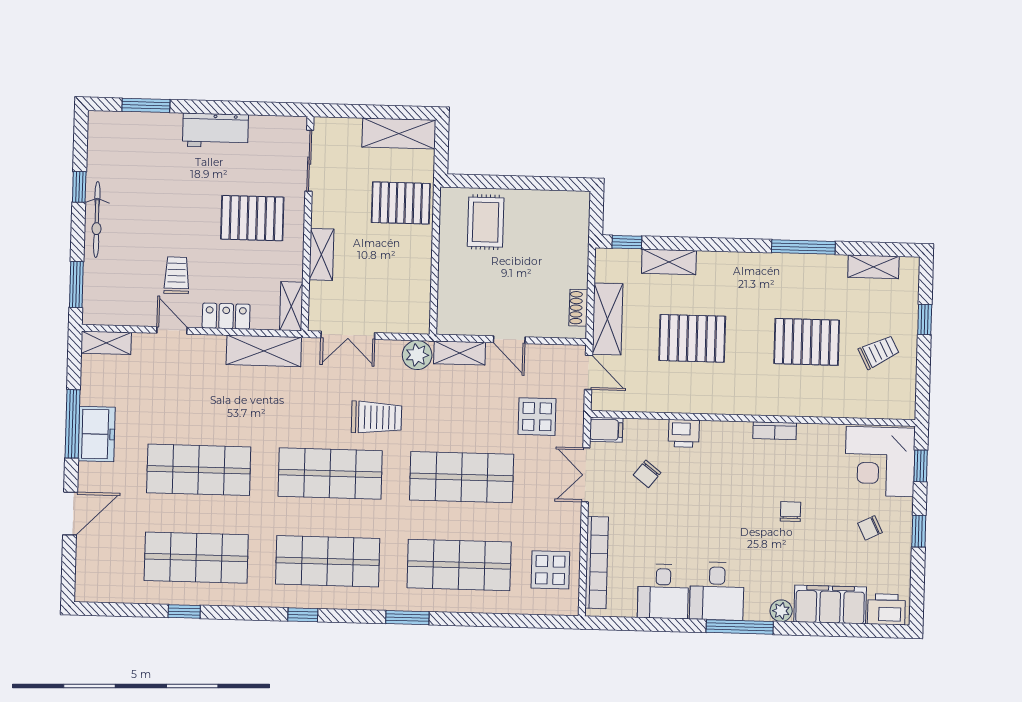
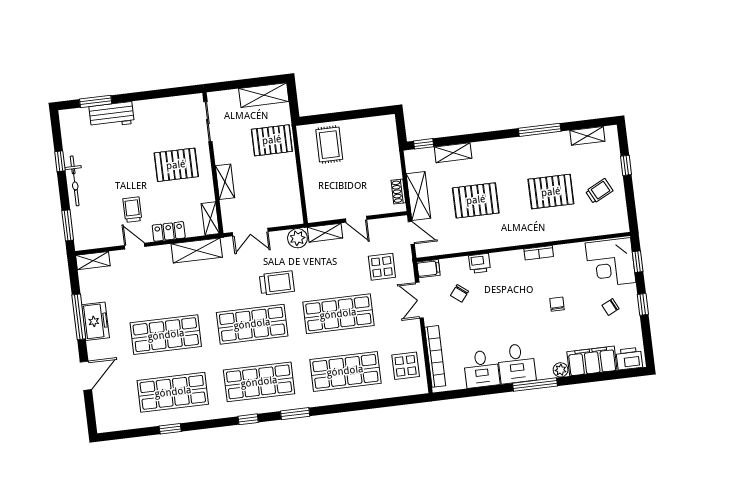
workbench: (215, 131) -> (112, 115), moved
window: (407, 618) -> (295, 414), moved

